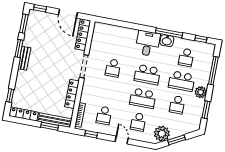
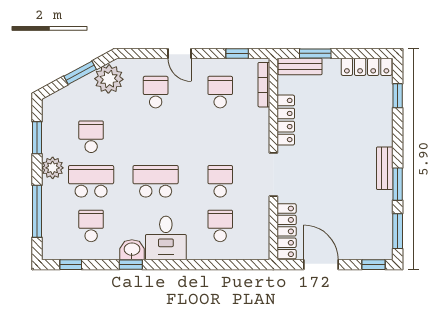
window: (169, 33) -> (131, 265), width x0.46
school desk: (143, 98) -> (220, 226), moved, width x0.54
bench: (55, 120) -> (300, 66), width x0.73

